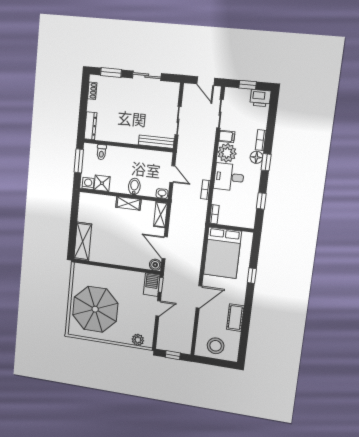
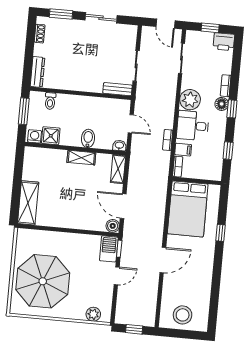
filing cabinet: (227, 136) -> (183, 150), moved
bench: (156, 142) -> (117, 89), width x0.73
cot: (235, 318) -> (204, 281), removed

